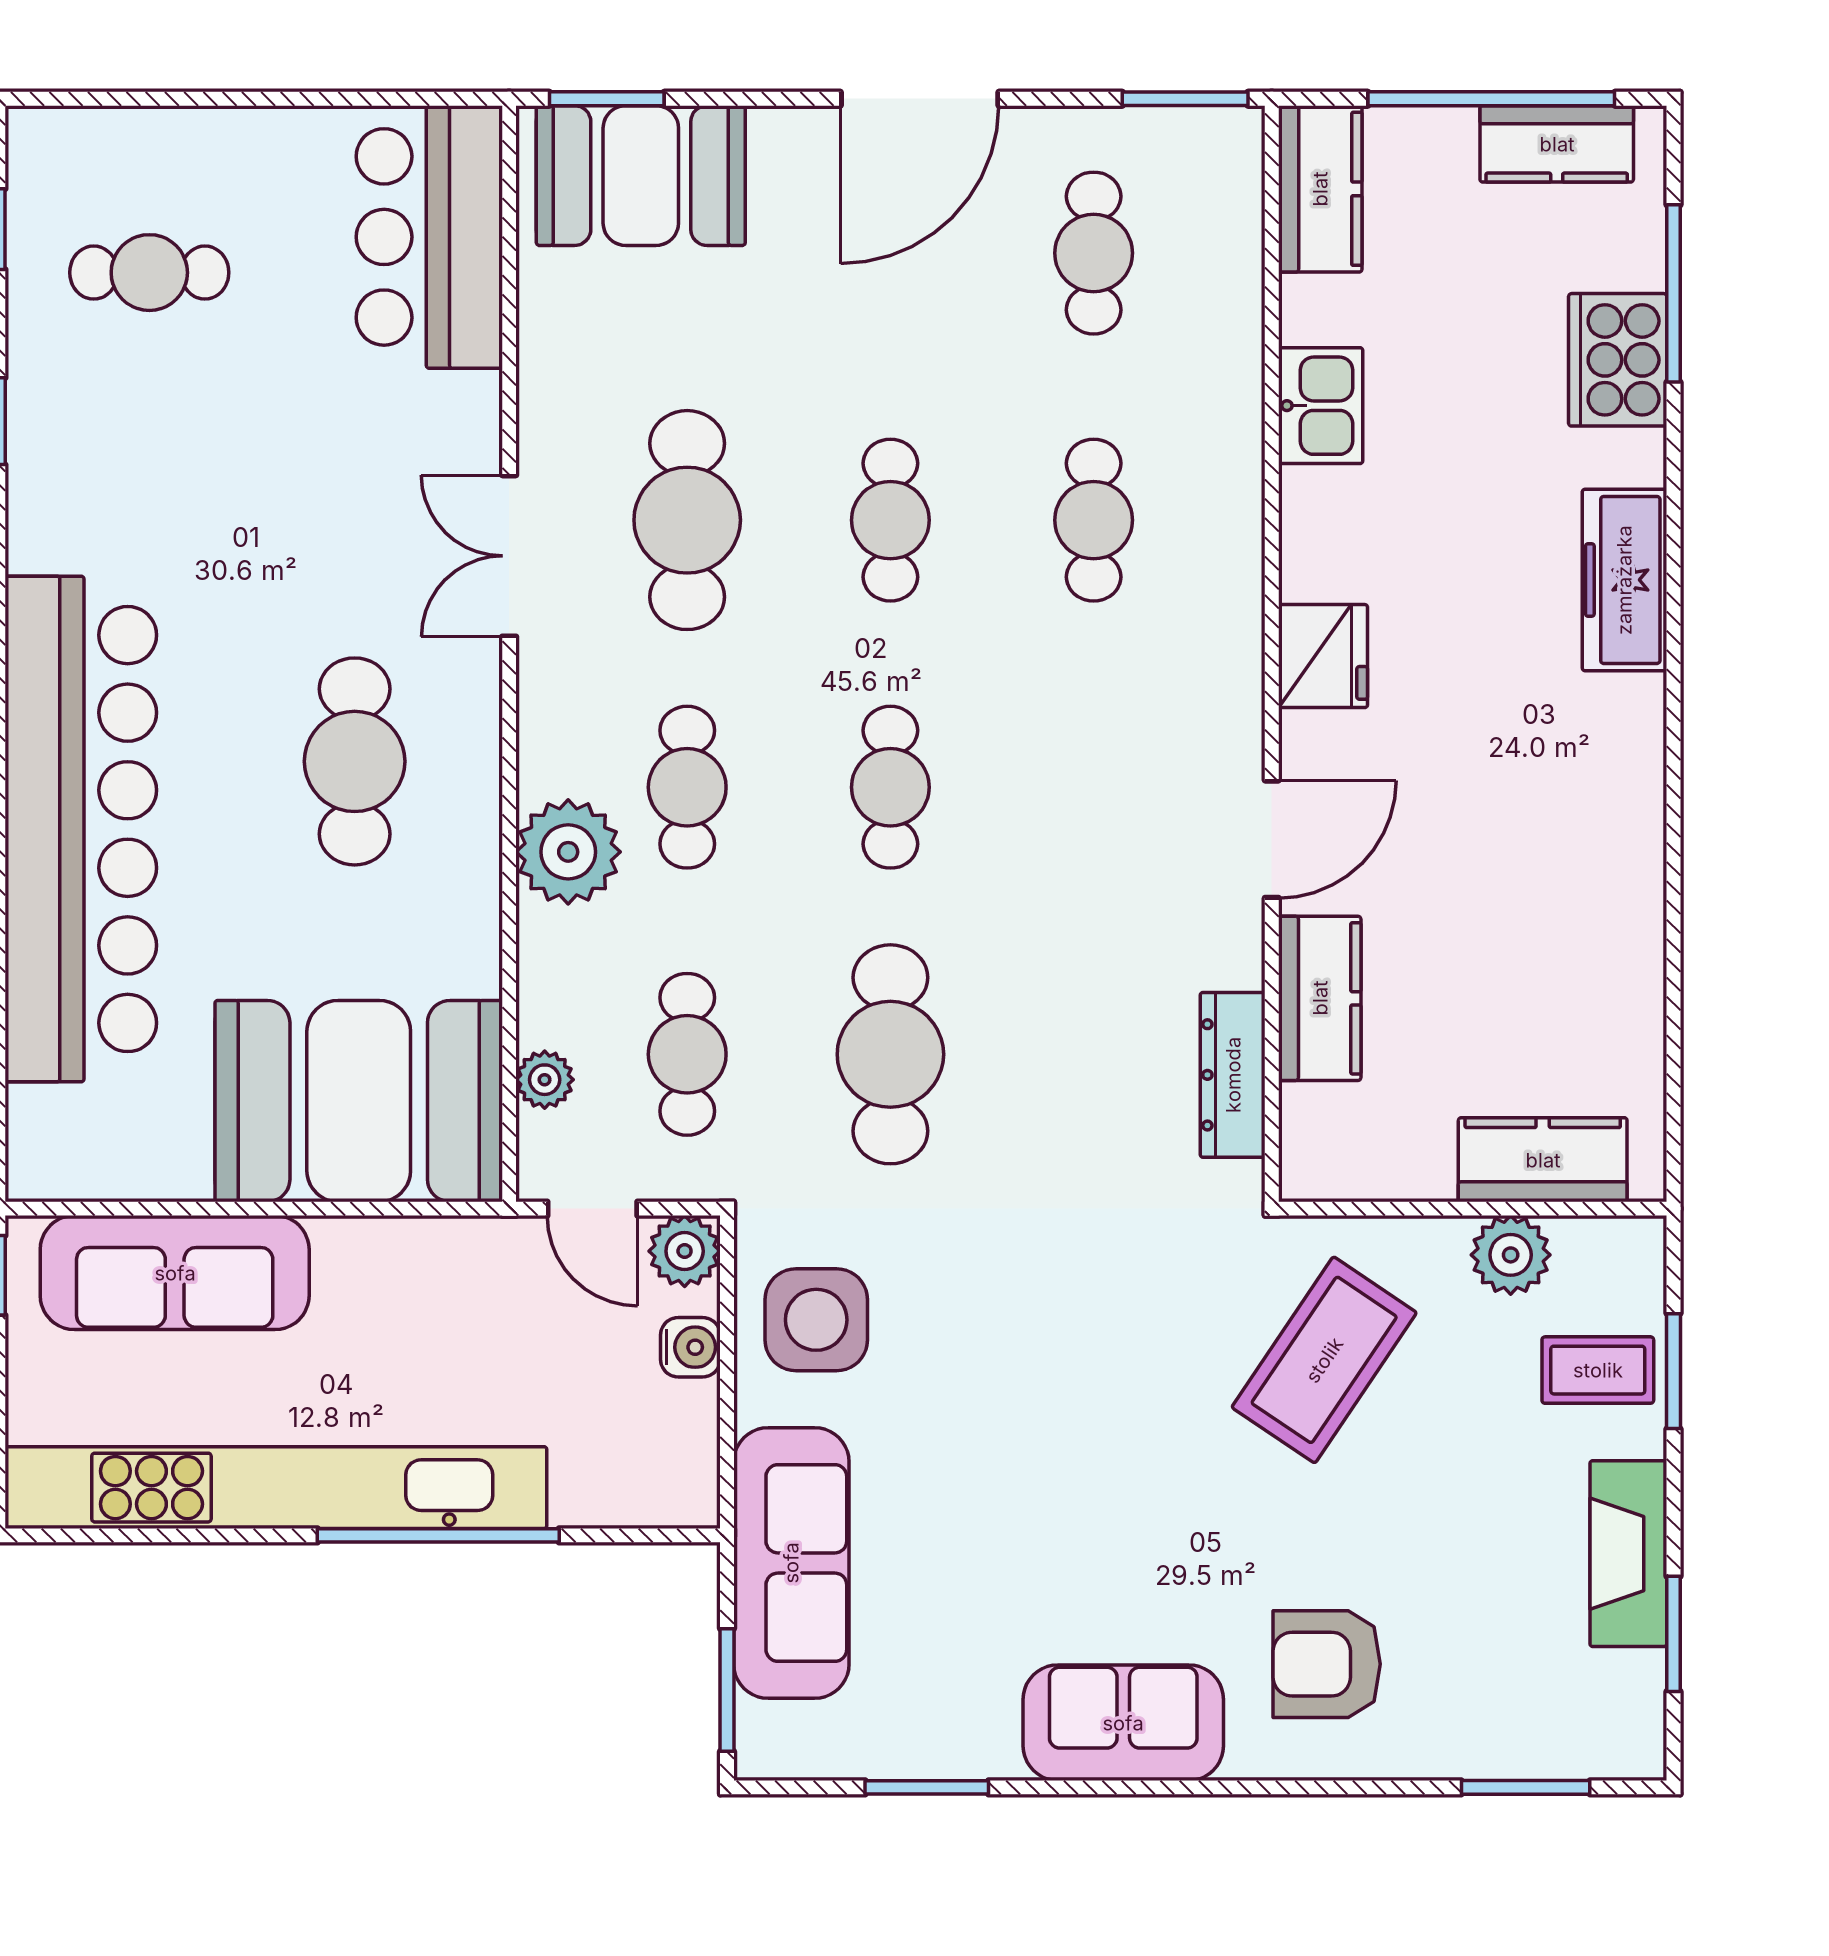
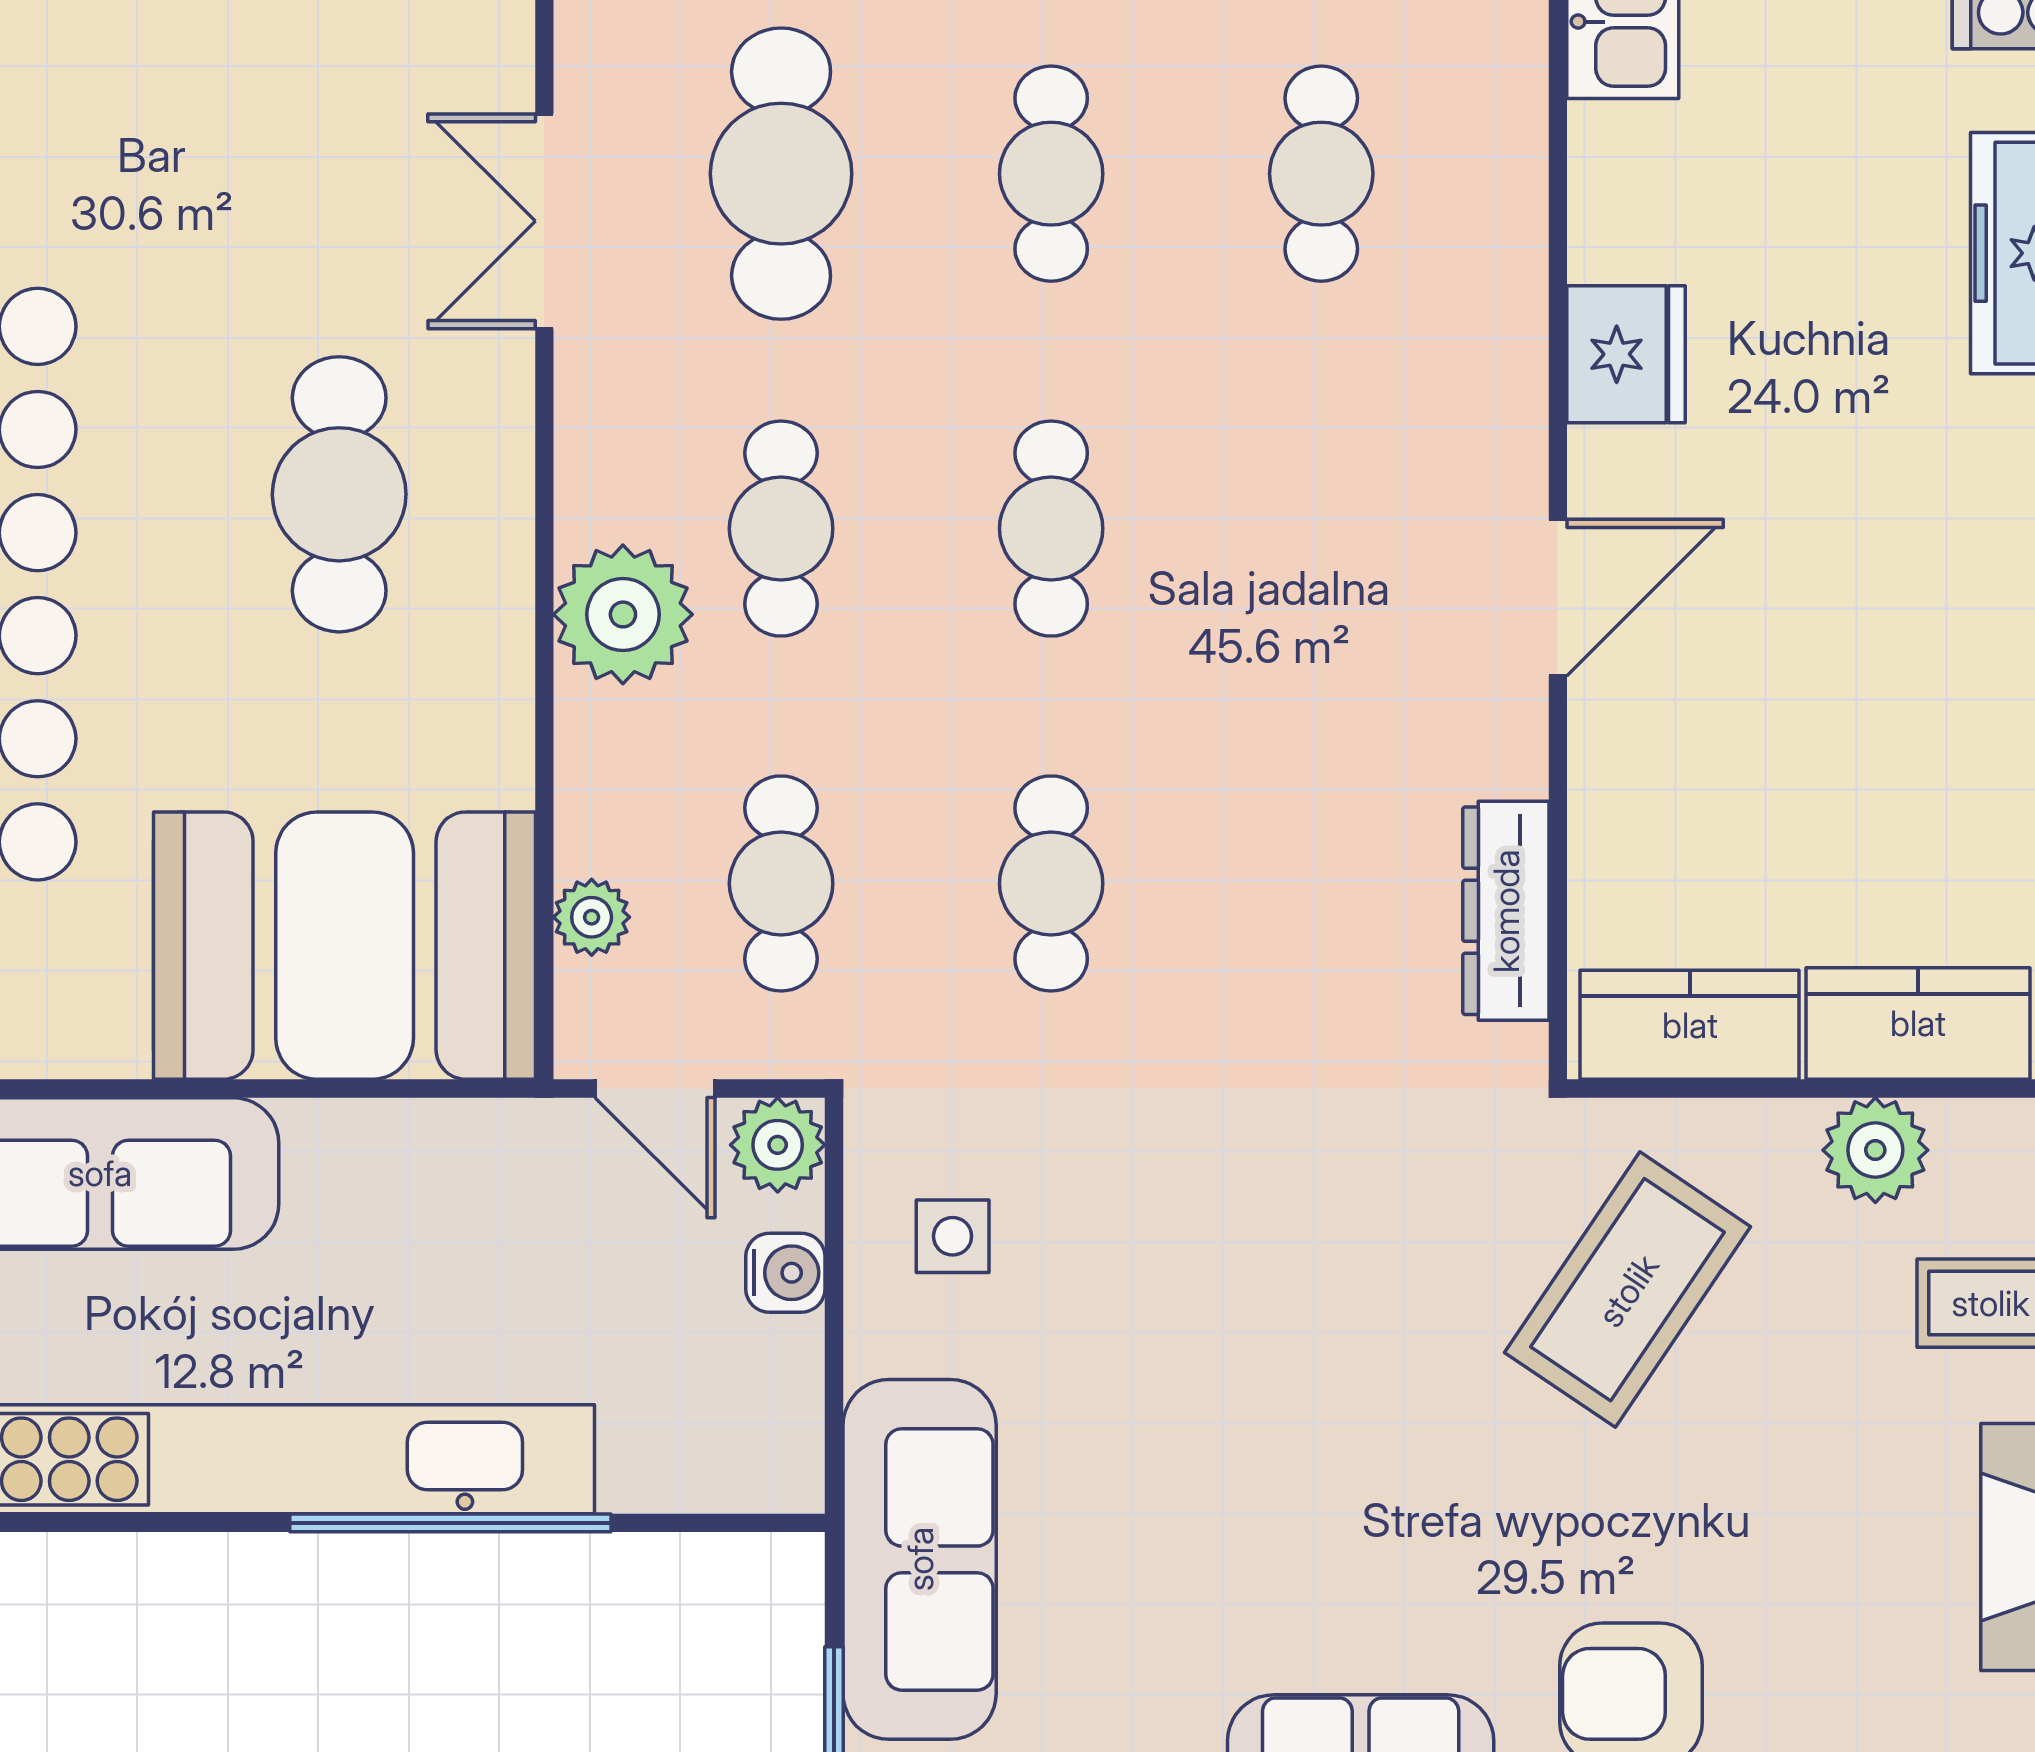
kitchen counter: (1320, 998) -> (1690, 1025), moved, turned -90
cafe table: (890, 1054) -> (1051, 883), width x0.73, depth x0.74
side table: (816, 1320) -> (953, 1236), width x0.54, depth x0.54

